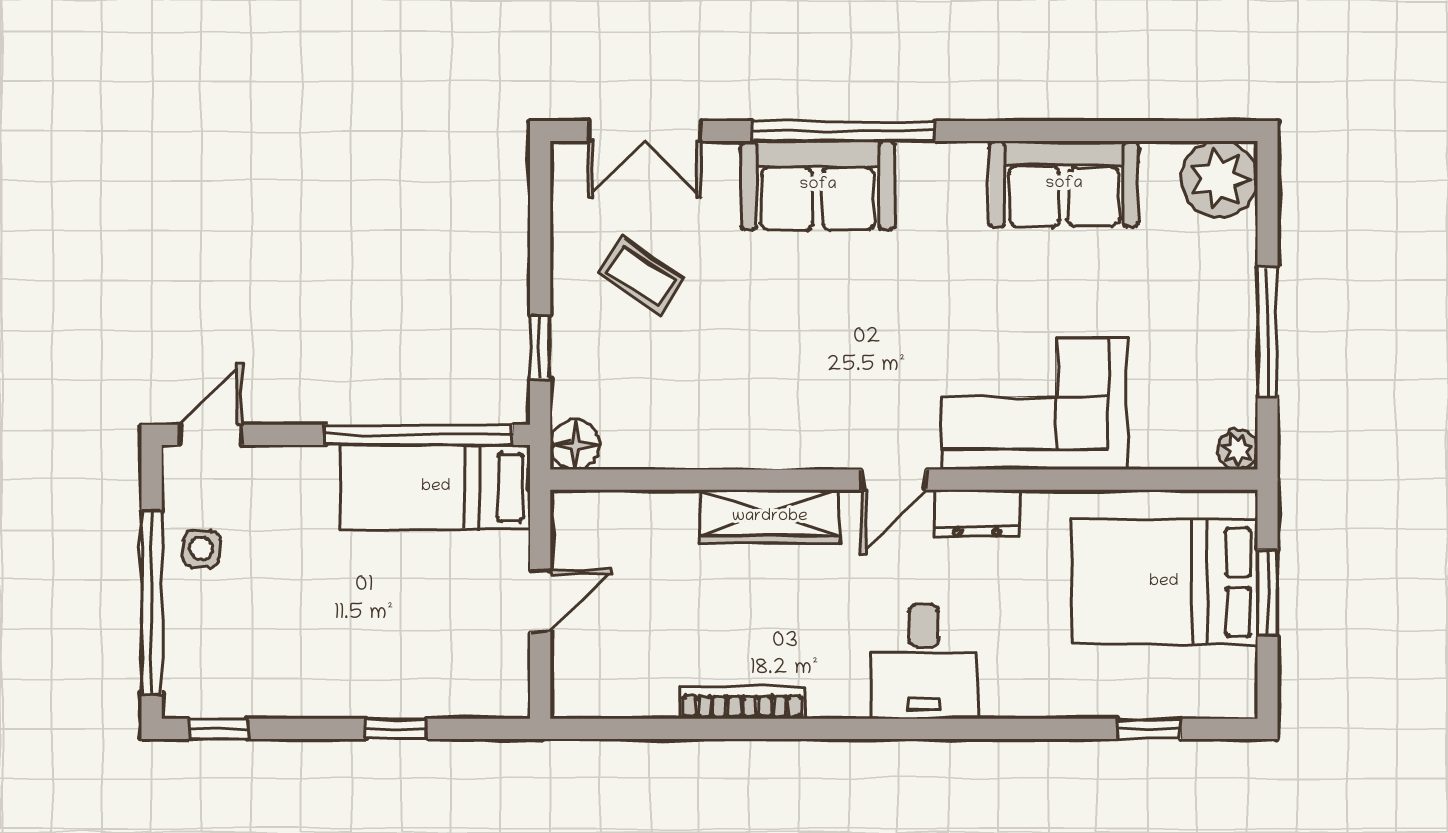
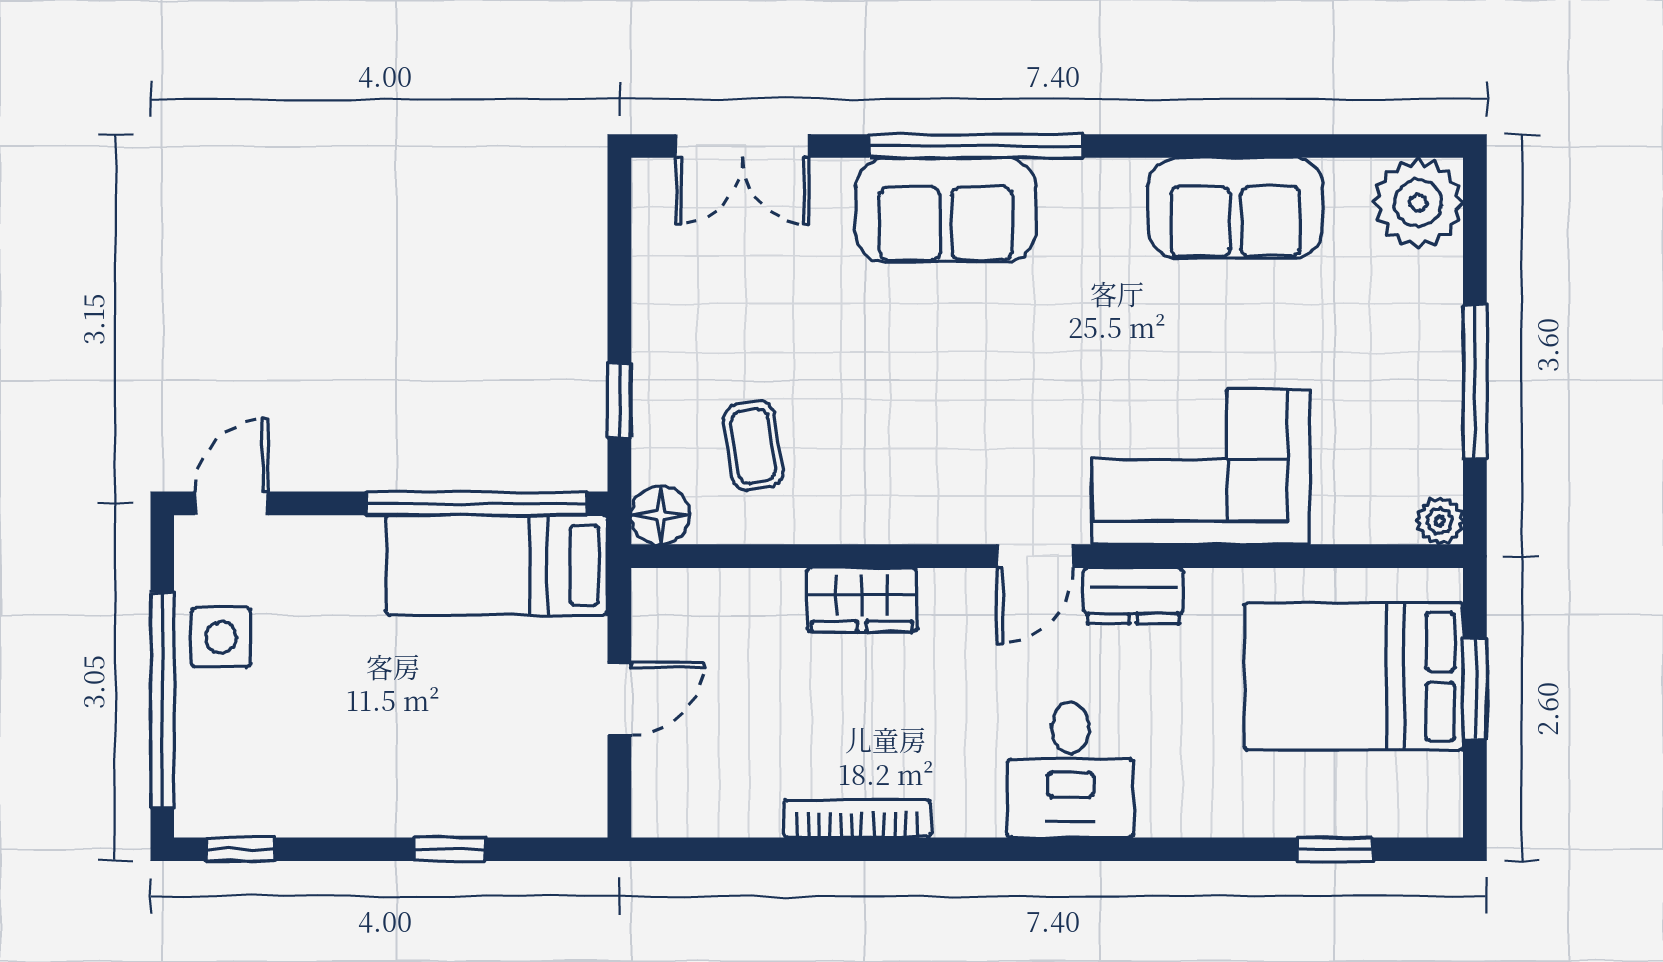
coffee table: (641, 276) -> (753, 446), moved, turned 48
wardrobe: (770, 517) -> (862, 600), width x0.67
side table: (202, 549) -> (221, 637), width x1.37, depth x1.37

